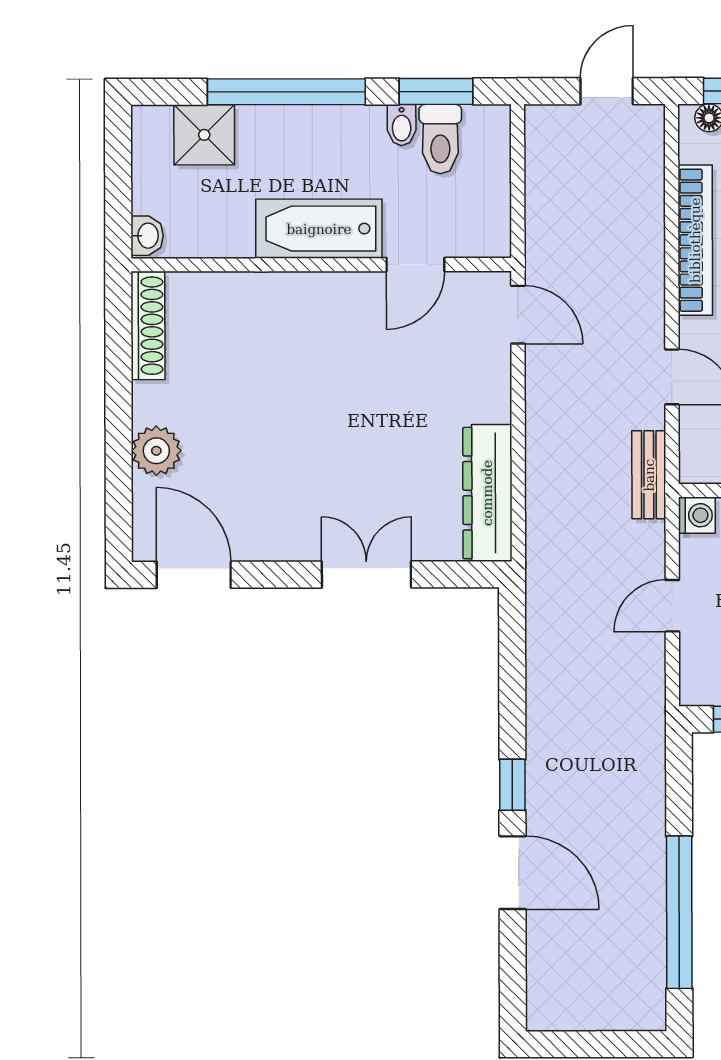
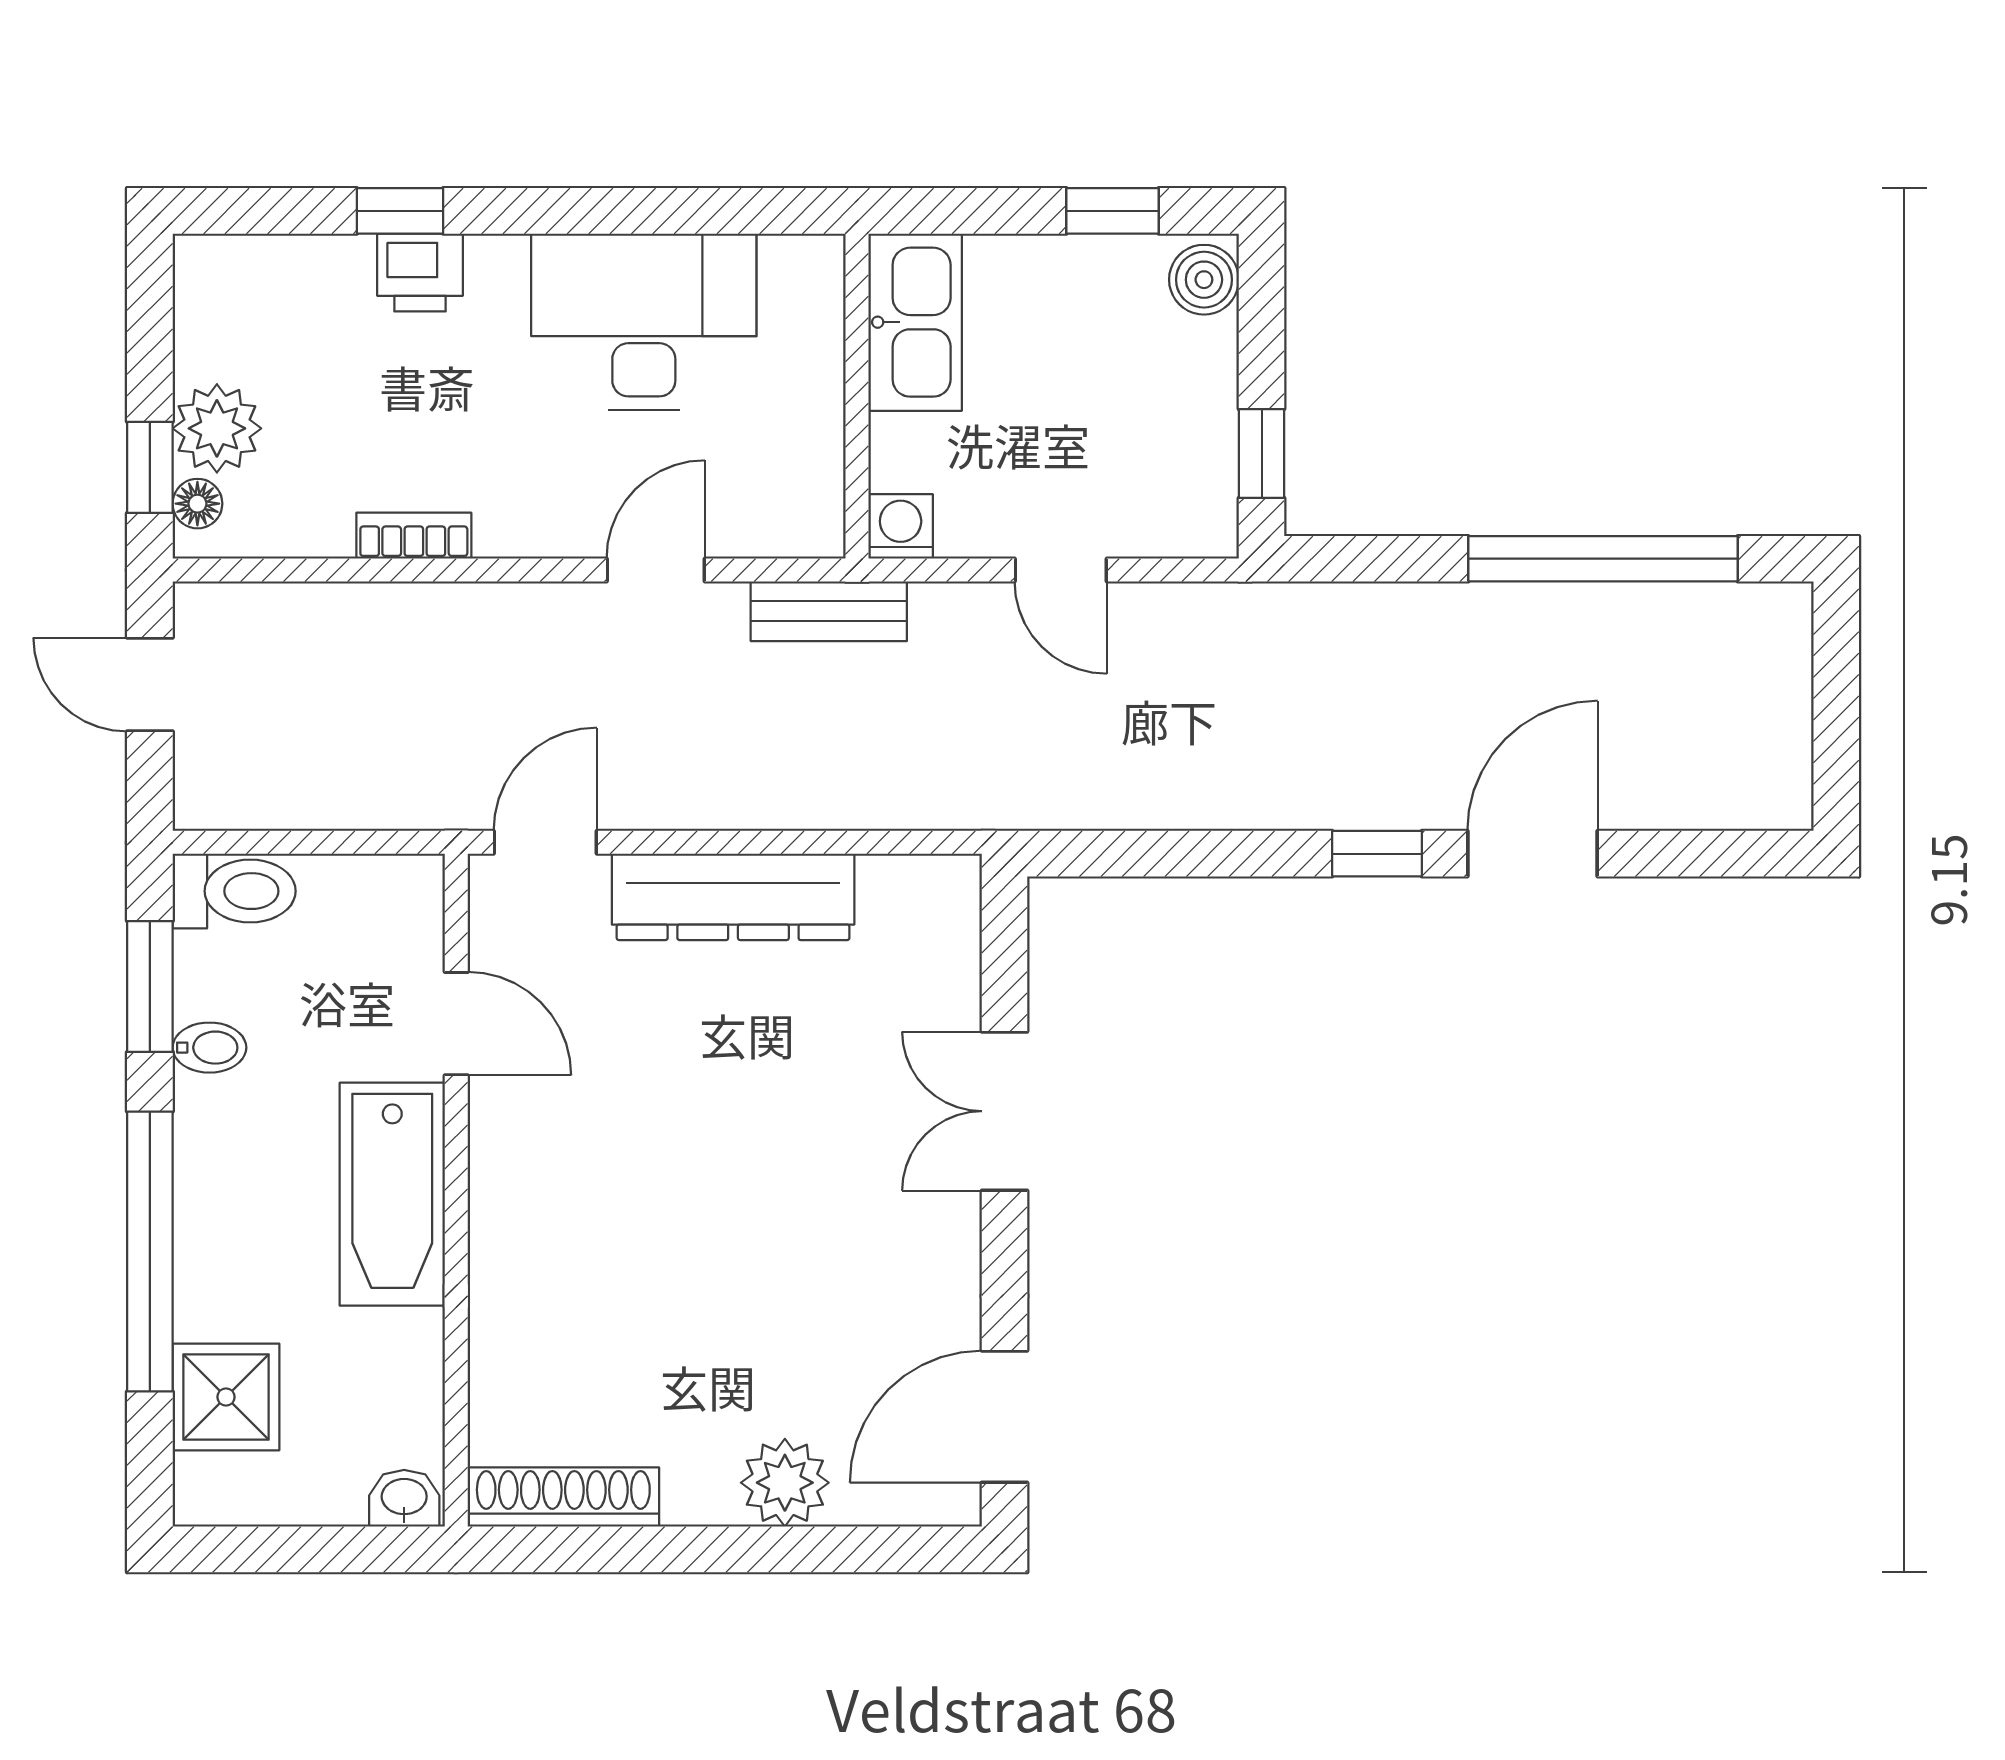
toilet: (440, 139) -> (234, 891), moved
bookcase: (695, 240) -> (414, 536), width x0.43, depth x0.76
dresser: (487, 493) -> (733, 897), moved

